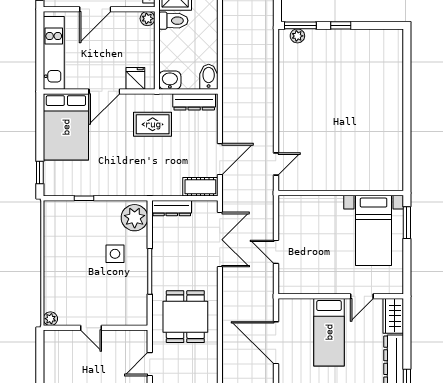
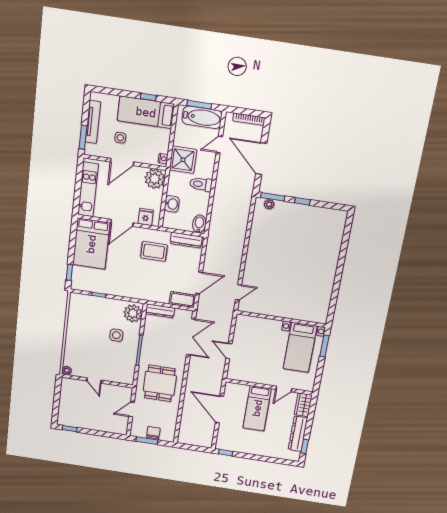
plant: (147, 19) -> (155, 179), width x1.88, depth x1.88
toilet: (173, 21) -> (201, 184), moved, turned 180
washbasin: (170, 80) -> (172, 204), moved, turned 90

